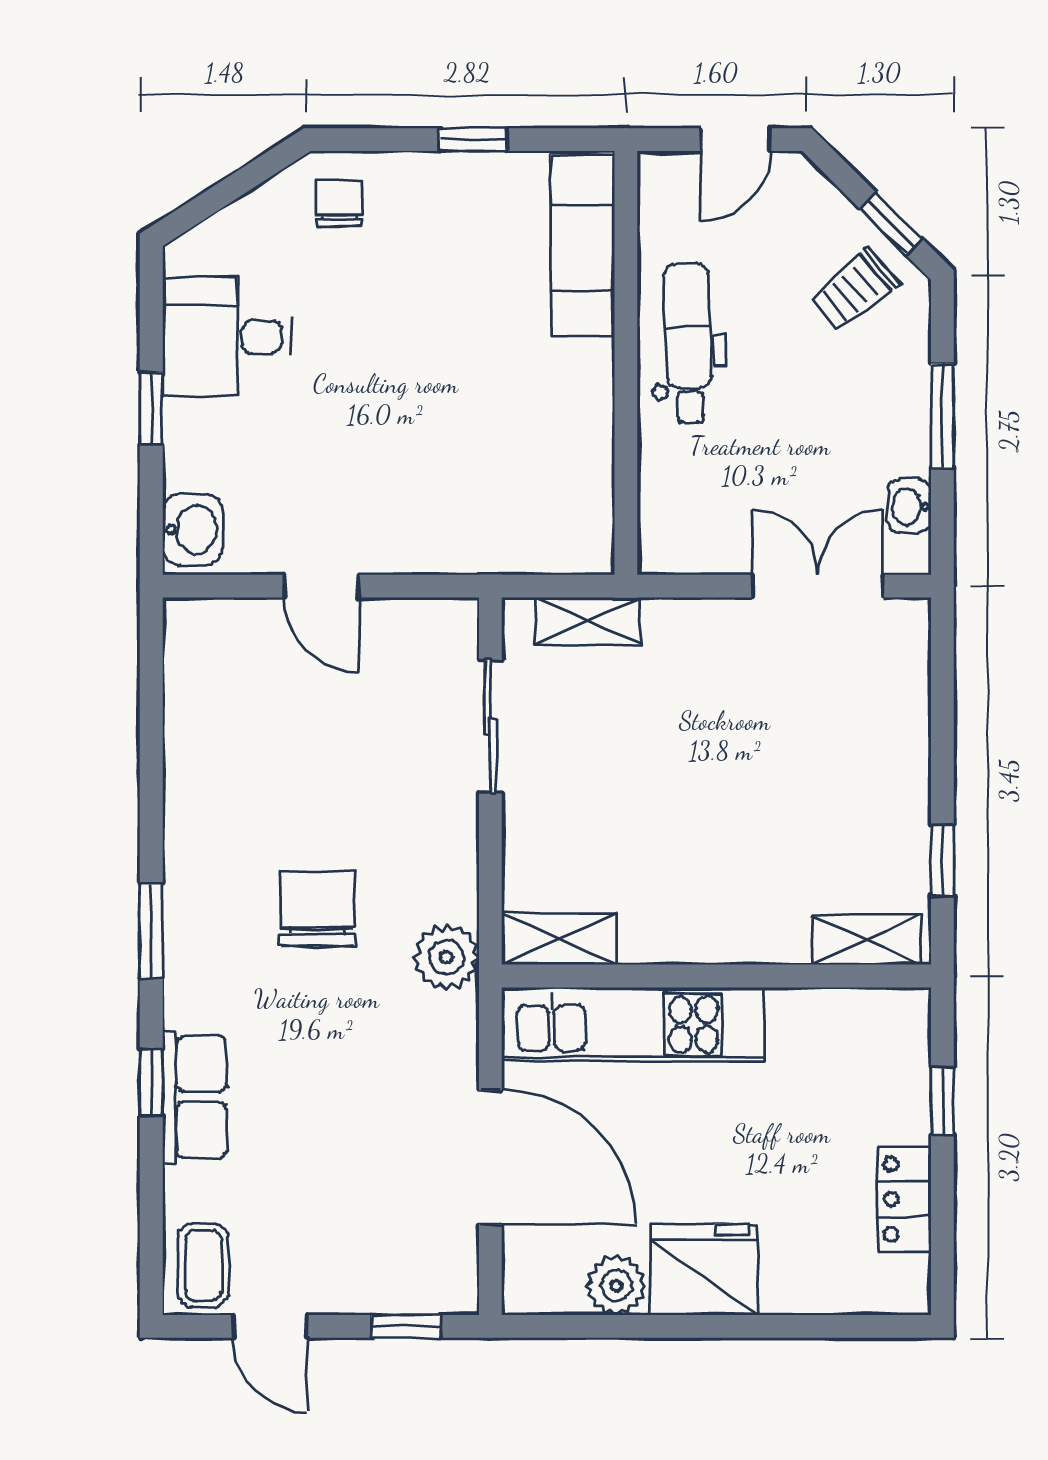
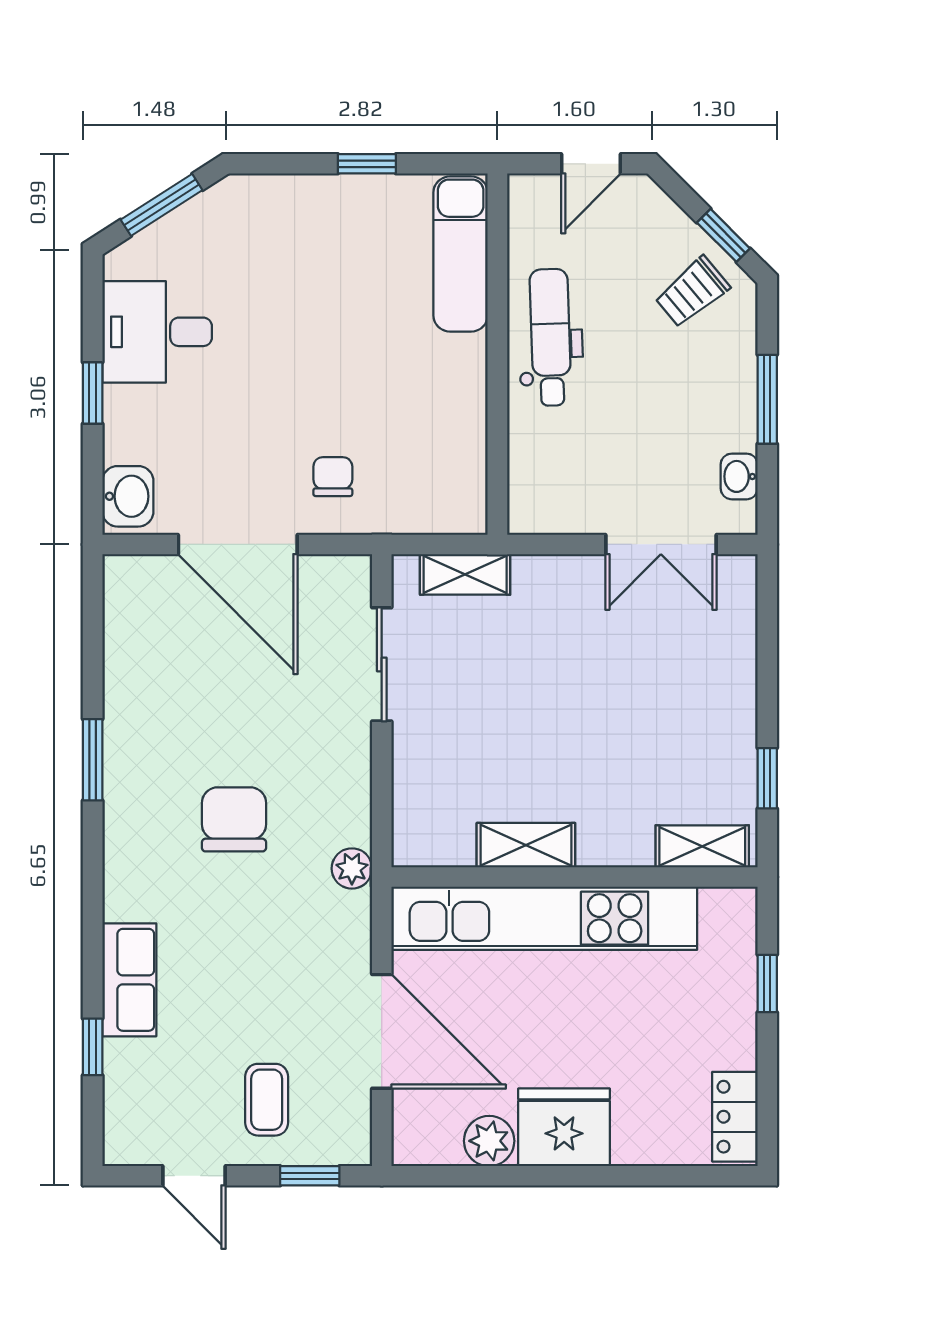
window: (232, 188) -> (162, 205), added
chair: (339, 203) -> (333, 477), moved
door: (321, 586) -> (238, 544), width x1.88
double door: (818, 586) -> (661, 544), swing flipped
window: (151, 931) -> (93, 760), moved
shelving: (559, 939) -> (526, 845), moved
plant: (446, 957) -> (352, 868), width x0.73, depth x0.73
kitchen unit: (633, 1024) -> (544, 918), width x1.36
window: (151, 1082) -> (93, 1047), moved
locker: (904, 1199) -> (735, 1117), moved
coffee table: (203, 1265) -> (267, 1100), moved

